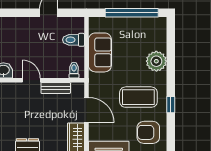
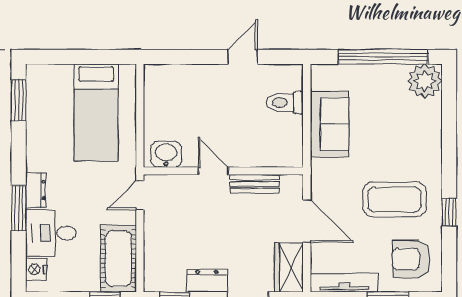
plant: (156, 61) -> (425, 81), moved
toilet: (74, 70) -> (285, 154), removed

